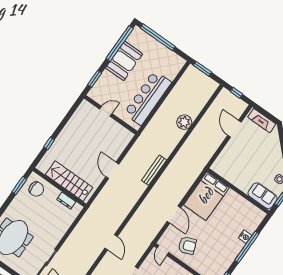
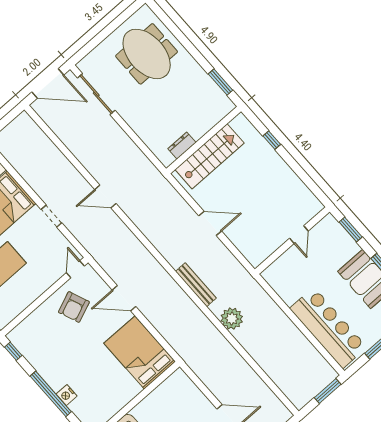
bar counter: (148, 98) -> (328, 328), moved
plant: (184, 122) -> (232, 319), moved
chair: (36, 189) -> (209, 105), removed
door: (163, 250) -> (75, 269), hinge flipped

